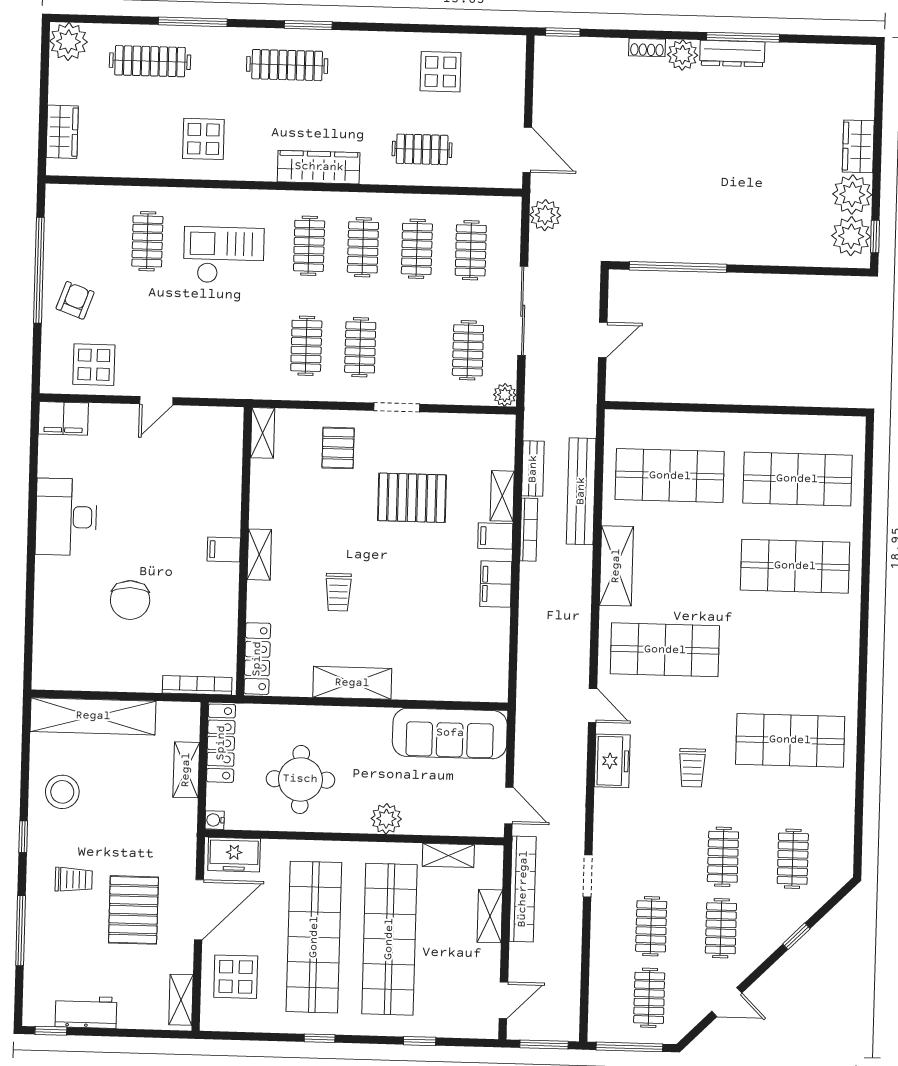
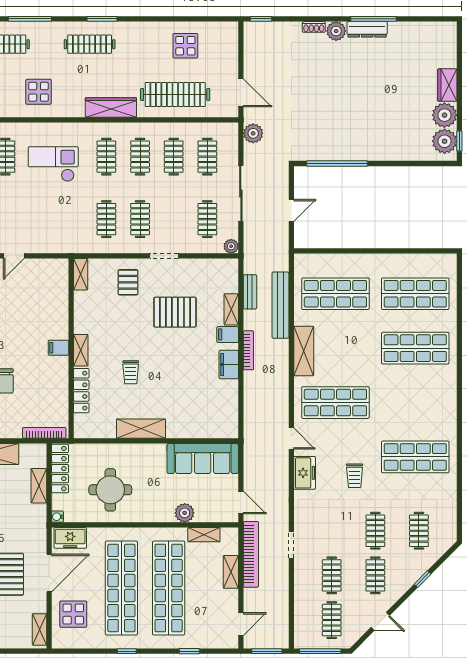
clothes rail: (422, 149) -> (175, 94), width x1.86, depth x1.31
bookcase: (529, 530) -> (248, 350), moved
locker: (257, 659) -> (81, 391), moved
plant: (386, 819) -> (185, 513), moved

